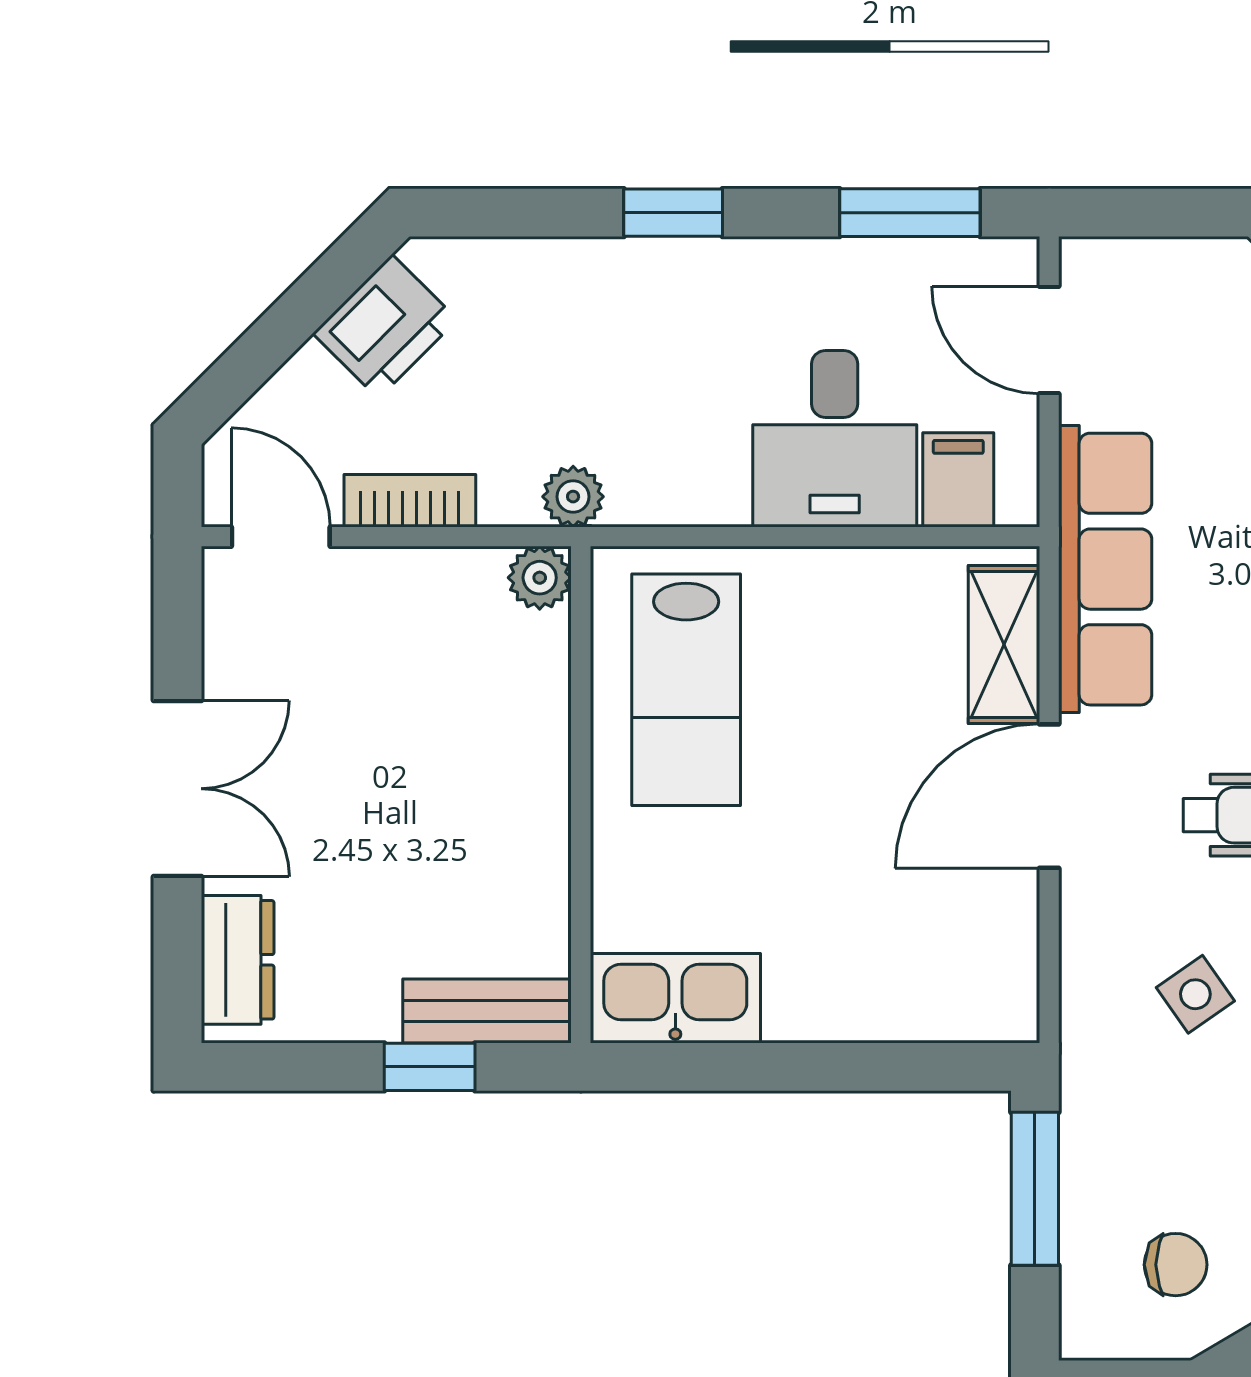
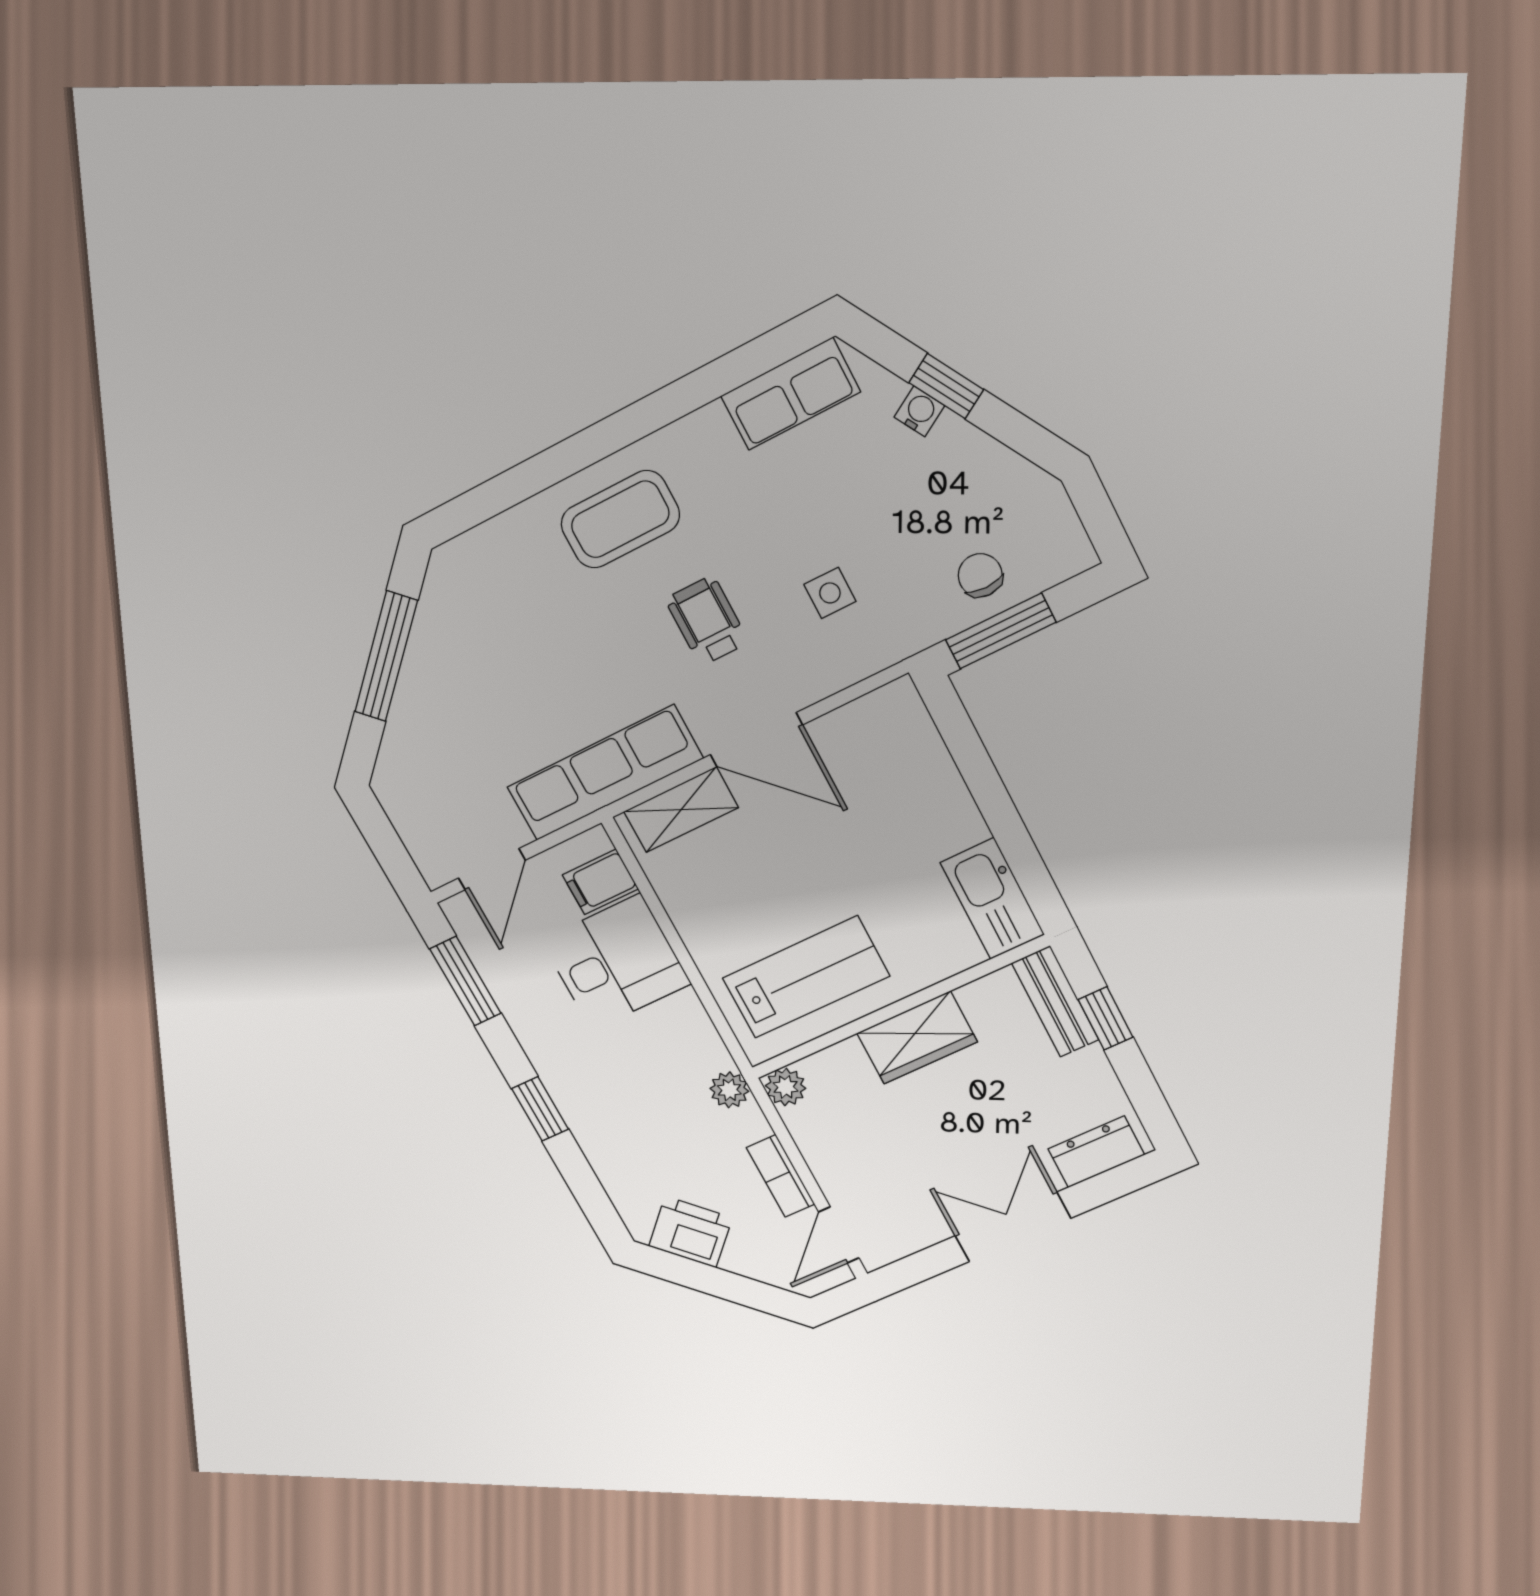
wardrobe: (525, 797) -> (917, 1038), added
side table: (1195, 994) -> (830, 593), turned 35
chair: (1176, 1265) -> (980, 575), moved

